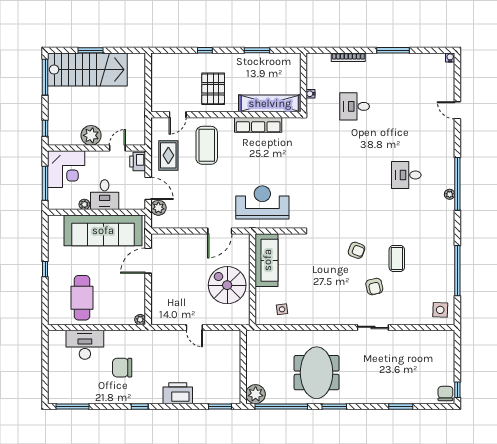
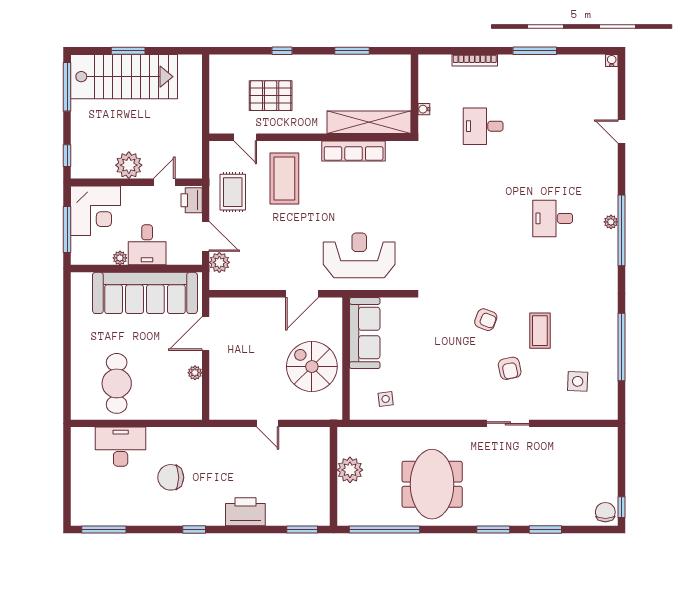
pallet: (213, 89) -> (271, 96), moved, turned 90
door: (178, 115) -> (245, 137), hinge flipped
plant: (450, 194) -> (611, 222), moved
window: (45, 269) -> (67, 345), removed
side table: (440, 310) -> (578, 381), moved
plant: (140, 320) -> (195, 373), moved
plant: (256, 394) -> (350, 470), moved
window: (334, 406) -> (493, 530), moved

